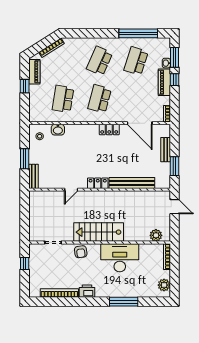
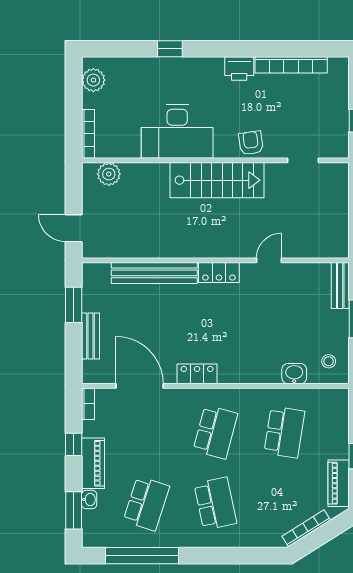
school desk: (100, 61) -> (215, 504), turned -36
window: (174, 80) -> (74, 444), moved
window: (124, 302) -> (170, 49), width x0.46

